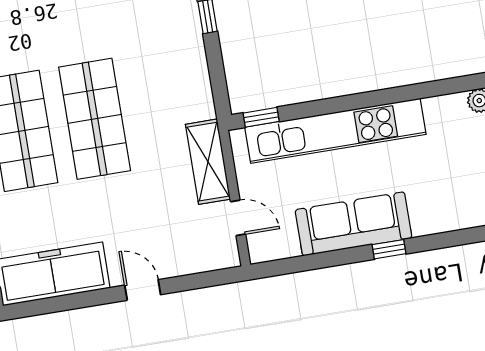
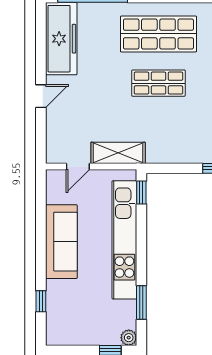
window: (424, 90) -> (141, 303), added
shop shelf: (95, 119) -> (158, 83), width x0.70, depth x0.74
window: (389, 249) -> (41, 301), moved

